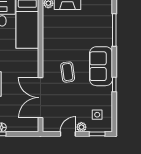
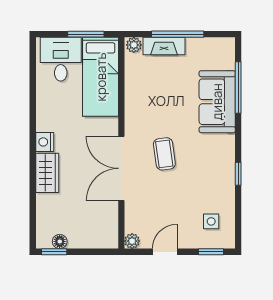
sofa: (101, 66) -> (217, 102), moved
double door: (40, 98) -> (121, 168), moved
plant: (81, 127) -> (132, 241), moved

